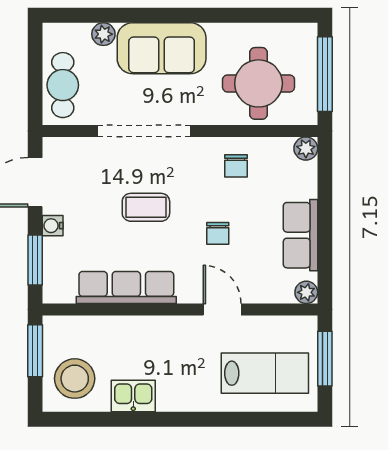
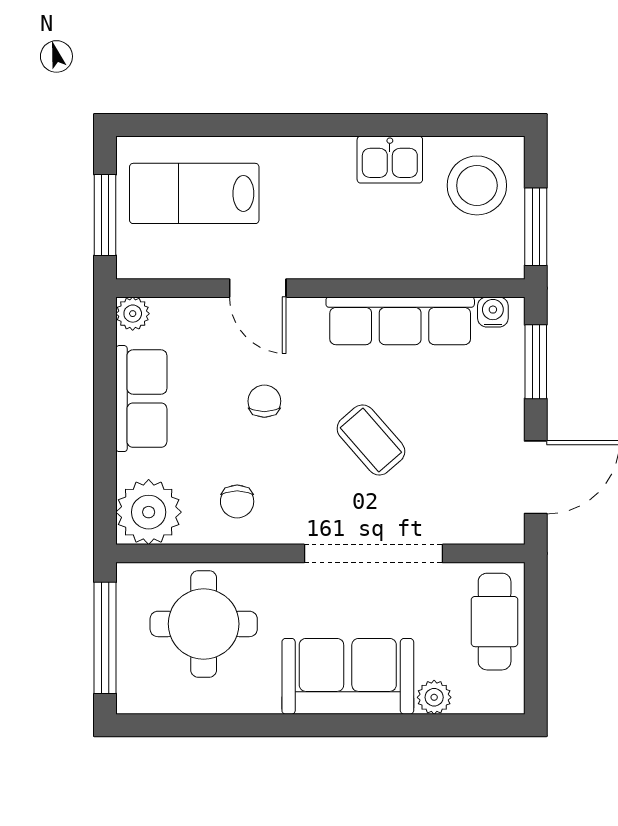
plant: (306, 148) -> (149, 512), width x1.88, depth x1.88
chair: (236, 166) -> (237, 501), turned 180
coffee table: (146, 207) -> (371, 440), turned 49
water cooler: (53, 226) -> (493, 312), moved, turned -90

